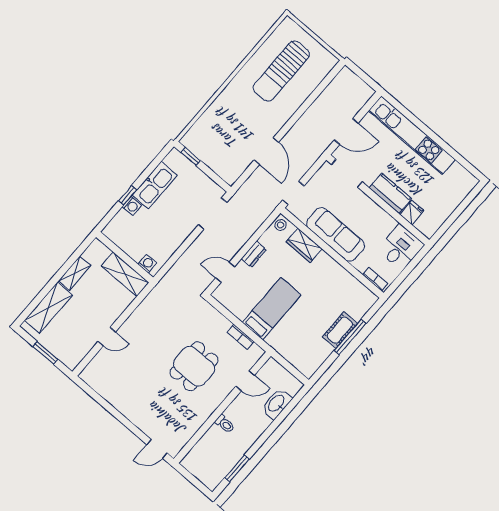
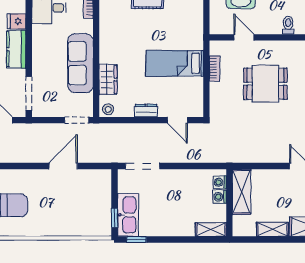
kitchen sink: (155, 185) -> (128, 215), moved, turned 90
window: (128, 195) -> (136, 240), moved
washing machine: (132, 206) -> (220, 197), moved, turned -90
shelving: (116, 225) -> (211, 230), added

